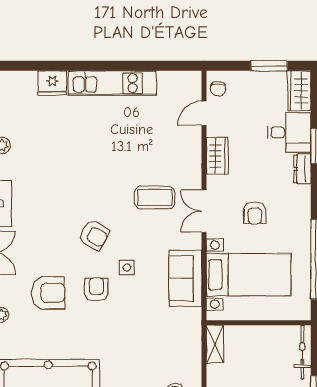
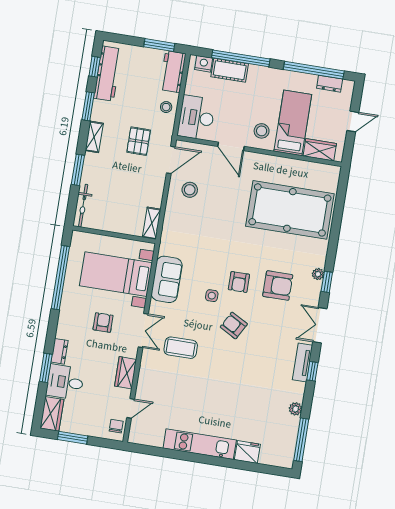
armchair: (48, 293) -> (278, 286), turned 180

